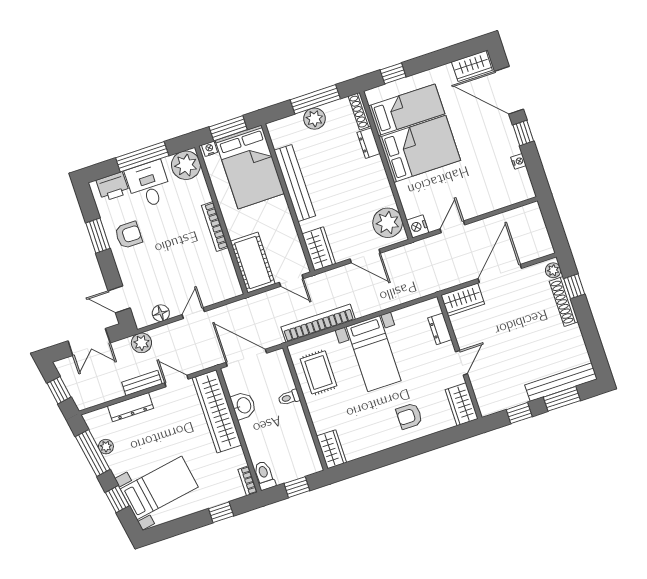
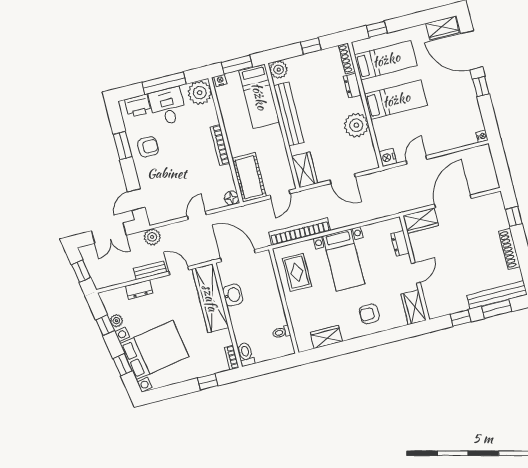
window: (315, 99) -> (311, 46), width x0.46
plant: (314, 119) -> (279, 70), moved
bed: (420, 149) -> (396, 100), width x0.67
nightstand: (519, 161) -> (482, 136), moved
bed: (250, 167) -> (259, 96), width x0.67
plant: (388, 223) -> (356, 125), moved
plant: (553, 270) -> (497, 202), removed
door: (291, 281) -> (280, 194), hinge flipped
door: (119, 299) -> (136, 200), hinge flipped
shoe rack: (564, 301) -> (509, 249), moved
floor lamp: (161, 313) -> (231, 198), moved
toilet: (289, 398) -> (281, 332), moved
dresser: (131, 407) -> (139, 290), width x0.70
wardrobe: (332, 449) -> (326, 337), moved, turned -90
window: (93, 453) -> (105, 325), width x0.46
window: (297, 487) -> (272, 366), removed
bed with nightstands: (159, 488) -> (154, 350), width x1.36

